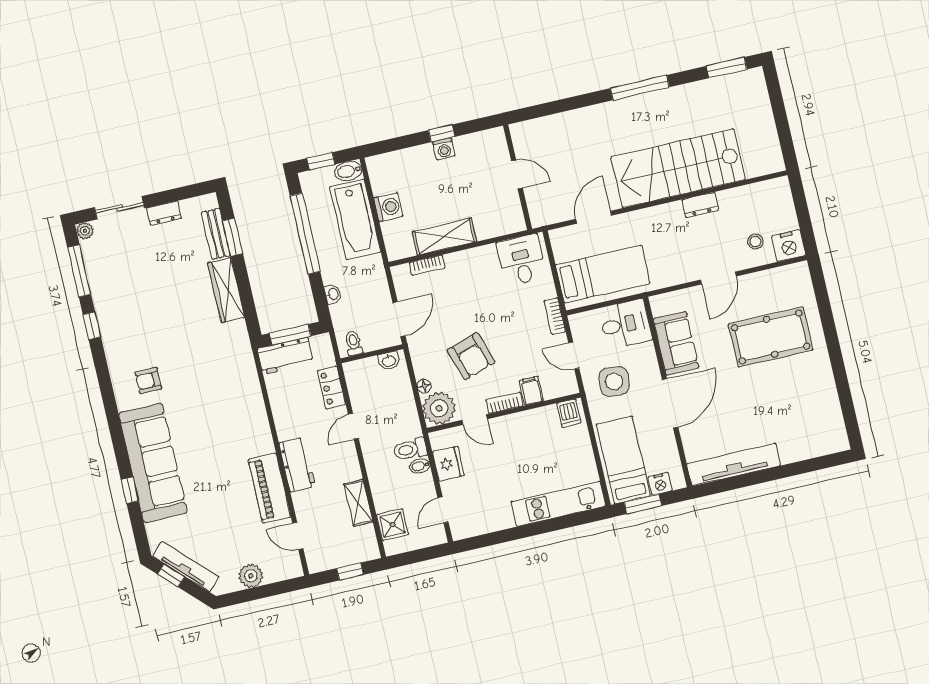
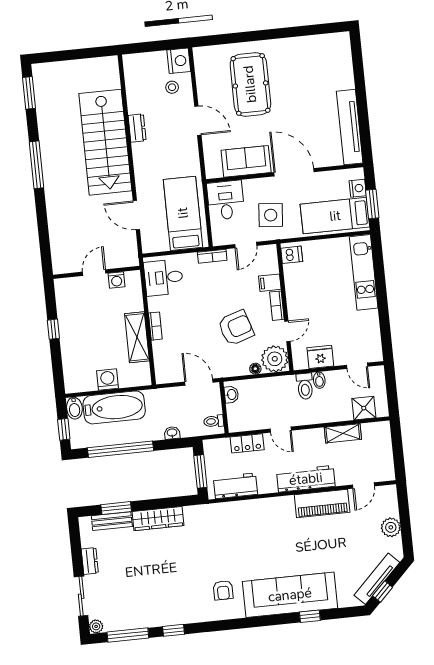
washing machine: (444, 149) -> (117, 280), moved, turned 90
bookcase: (427, 265) -> (155, 326), moved
workbench: (285, 356) -> (235, 486), moved, turned -90
workbench: (297, 464) -> (306, 479), width x1.37
window: (350, 572) -> (397, 447), removed

